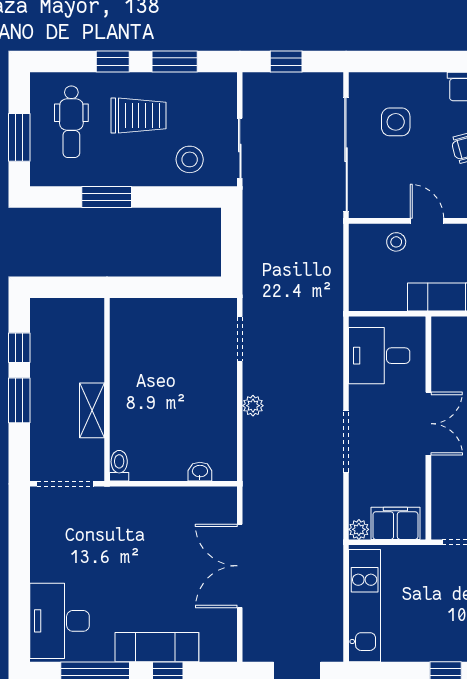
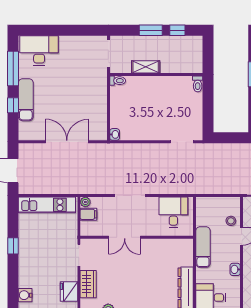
toilet: (126, 308) -> (198, 84), added
plant: (253, 406) -> (148, 148), removed
double door: (428, 424) -> (125, 237), moved
washbasin: (200, 472) -> (115, 134), moved
filing cabinet: (395, 523) -> (88, 214), width x0.50

